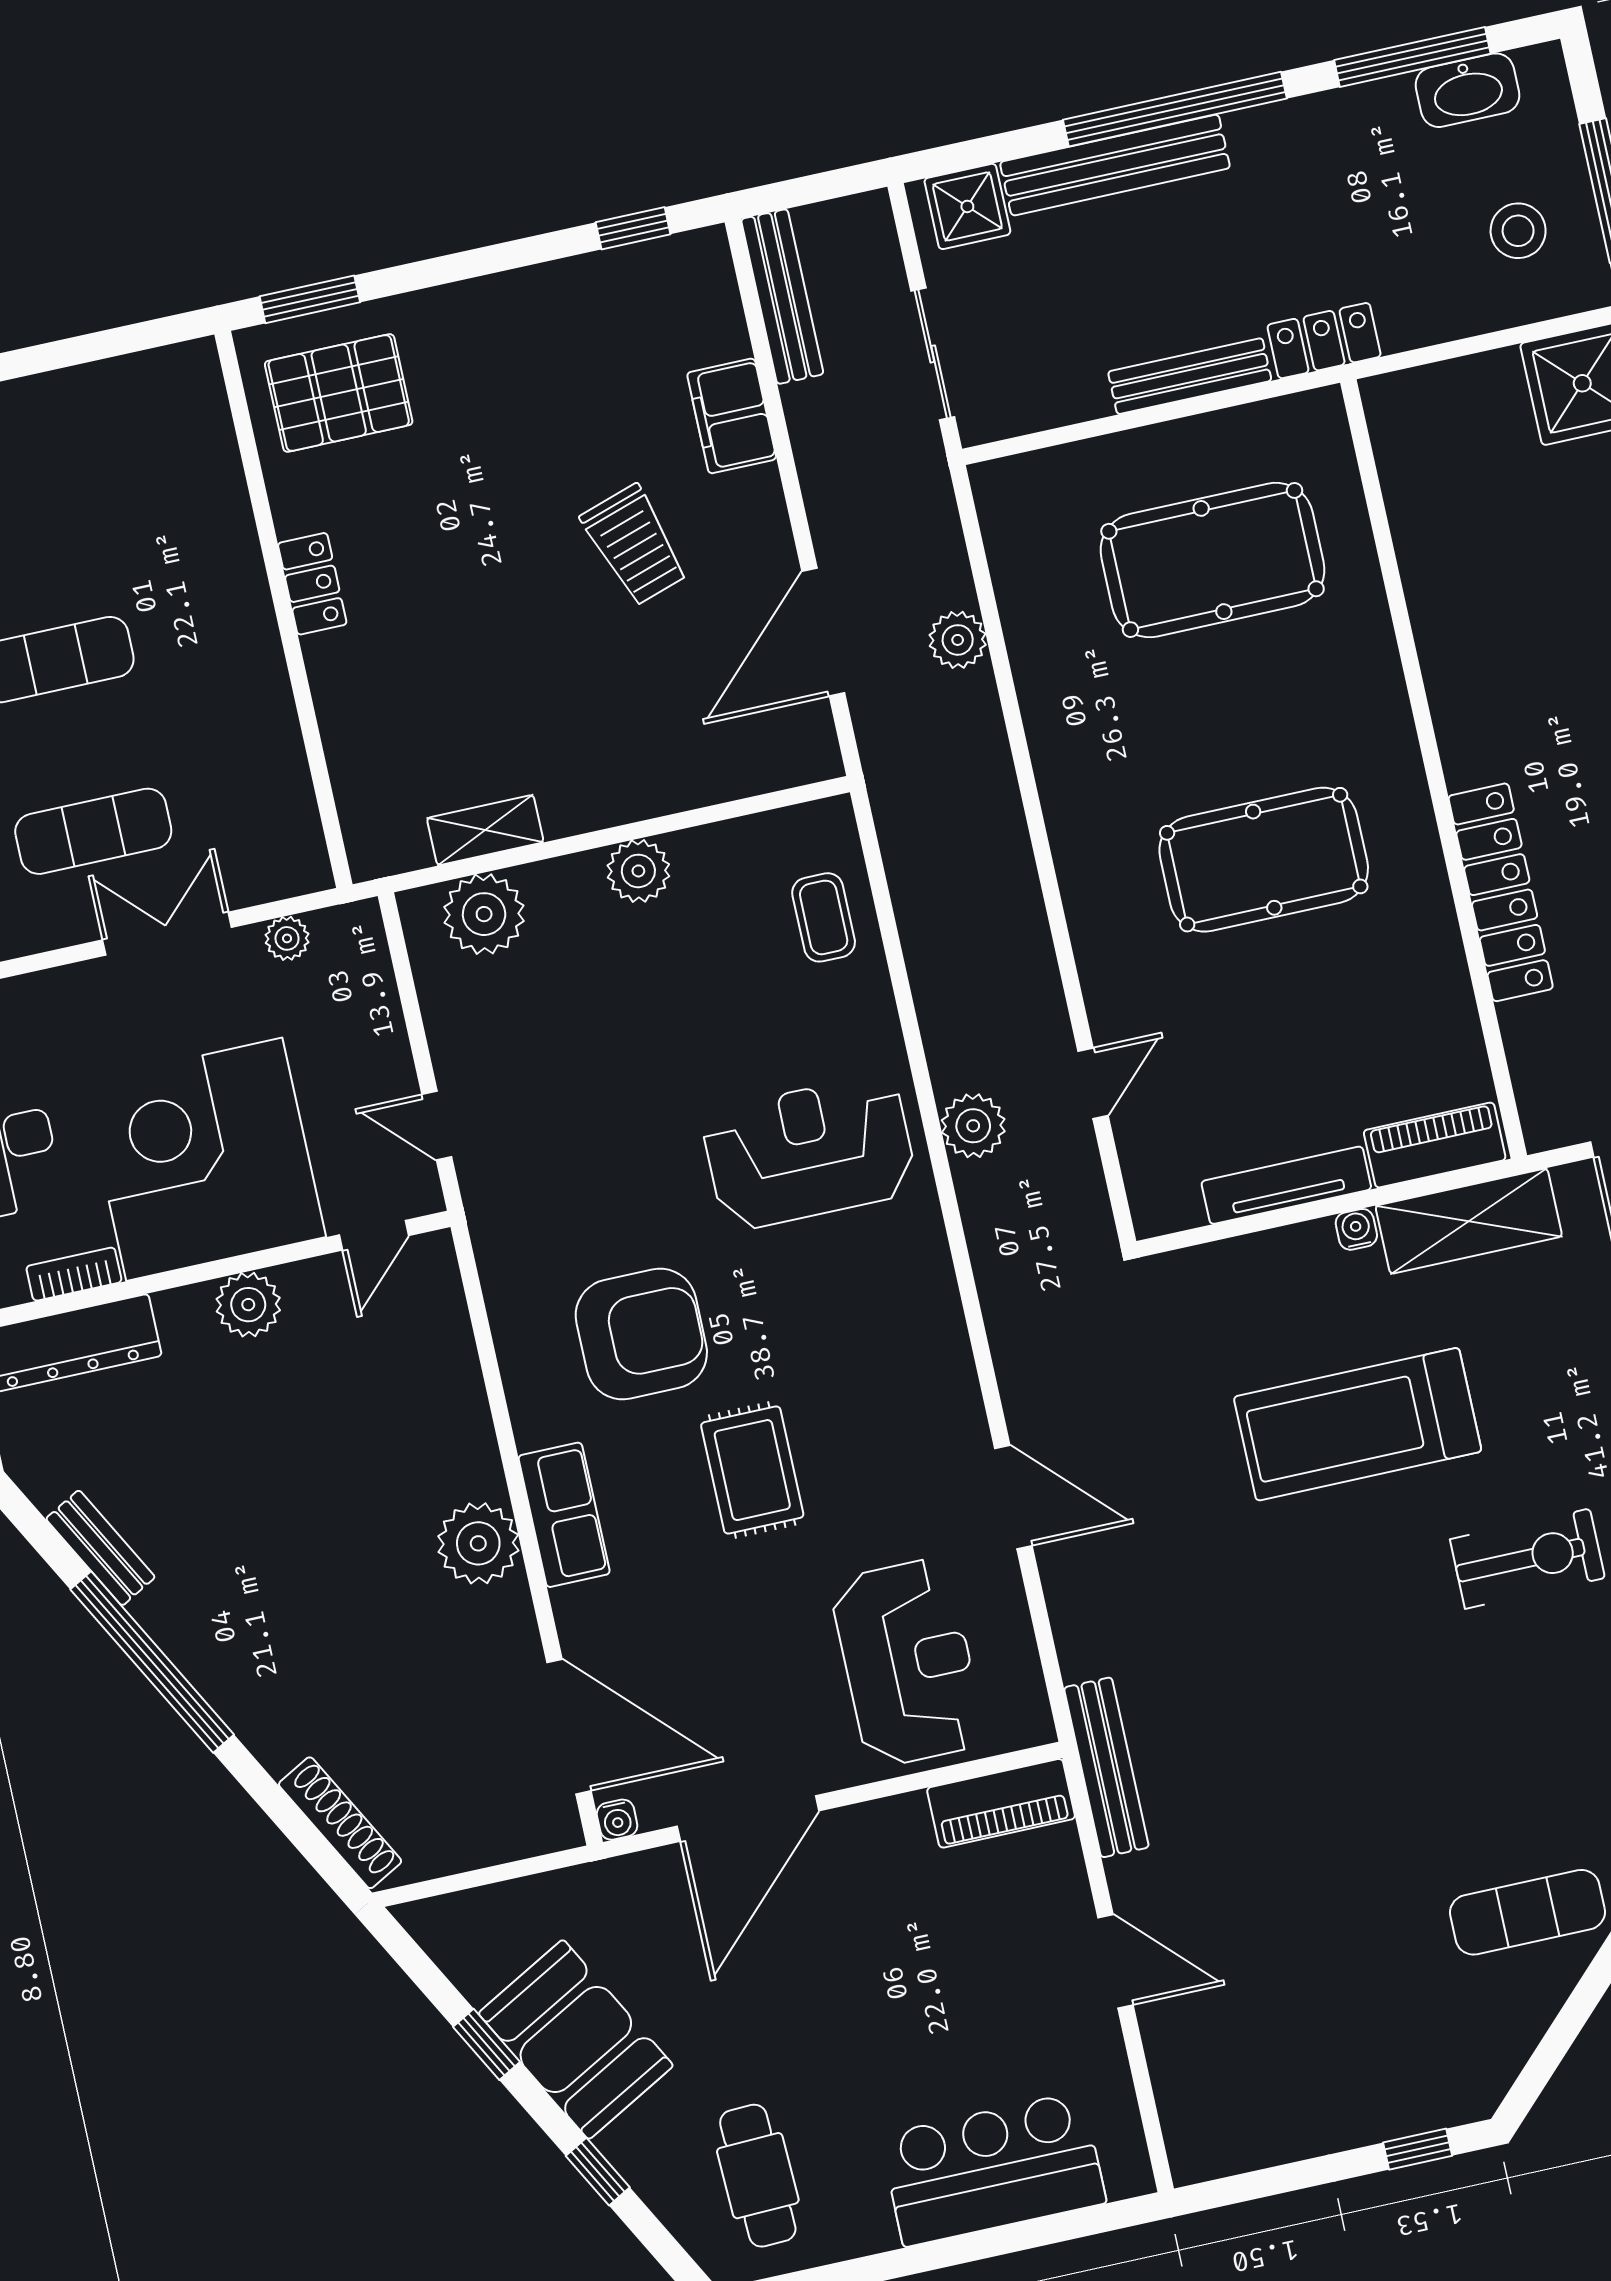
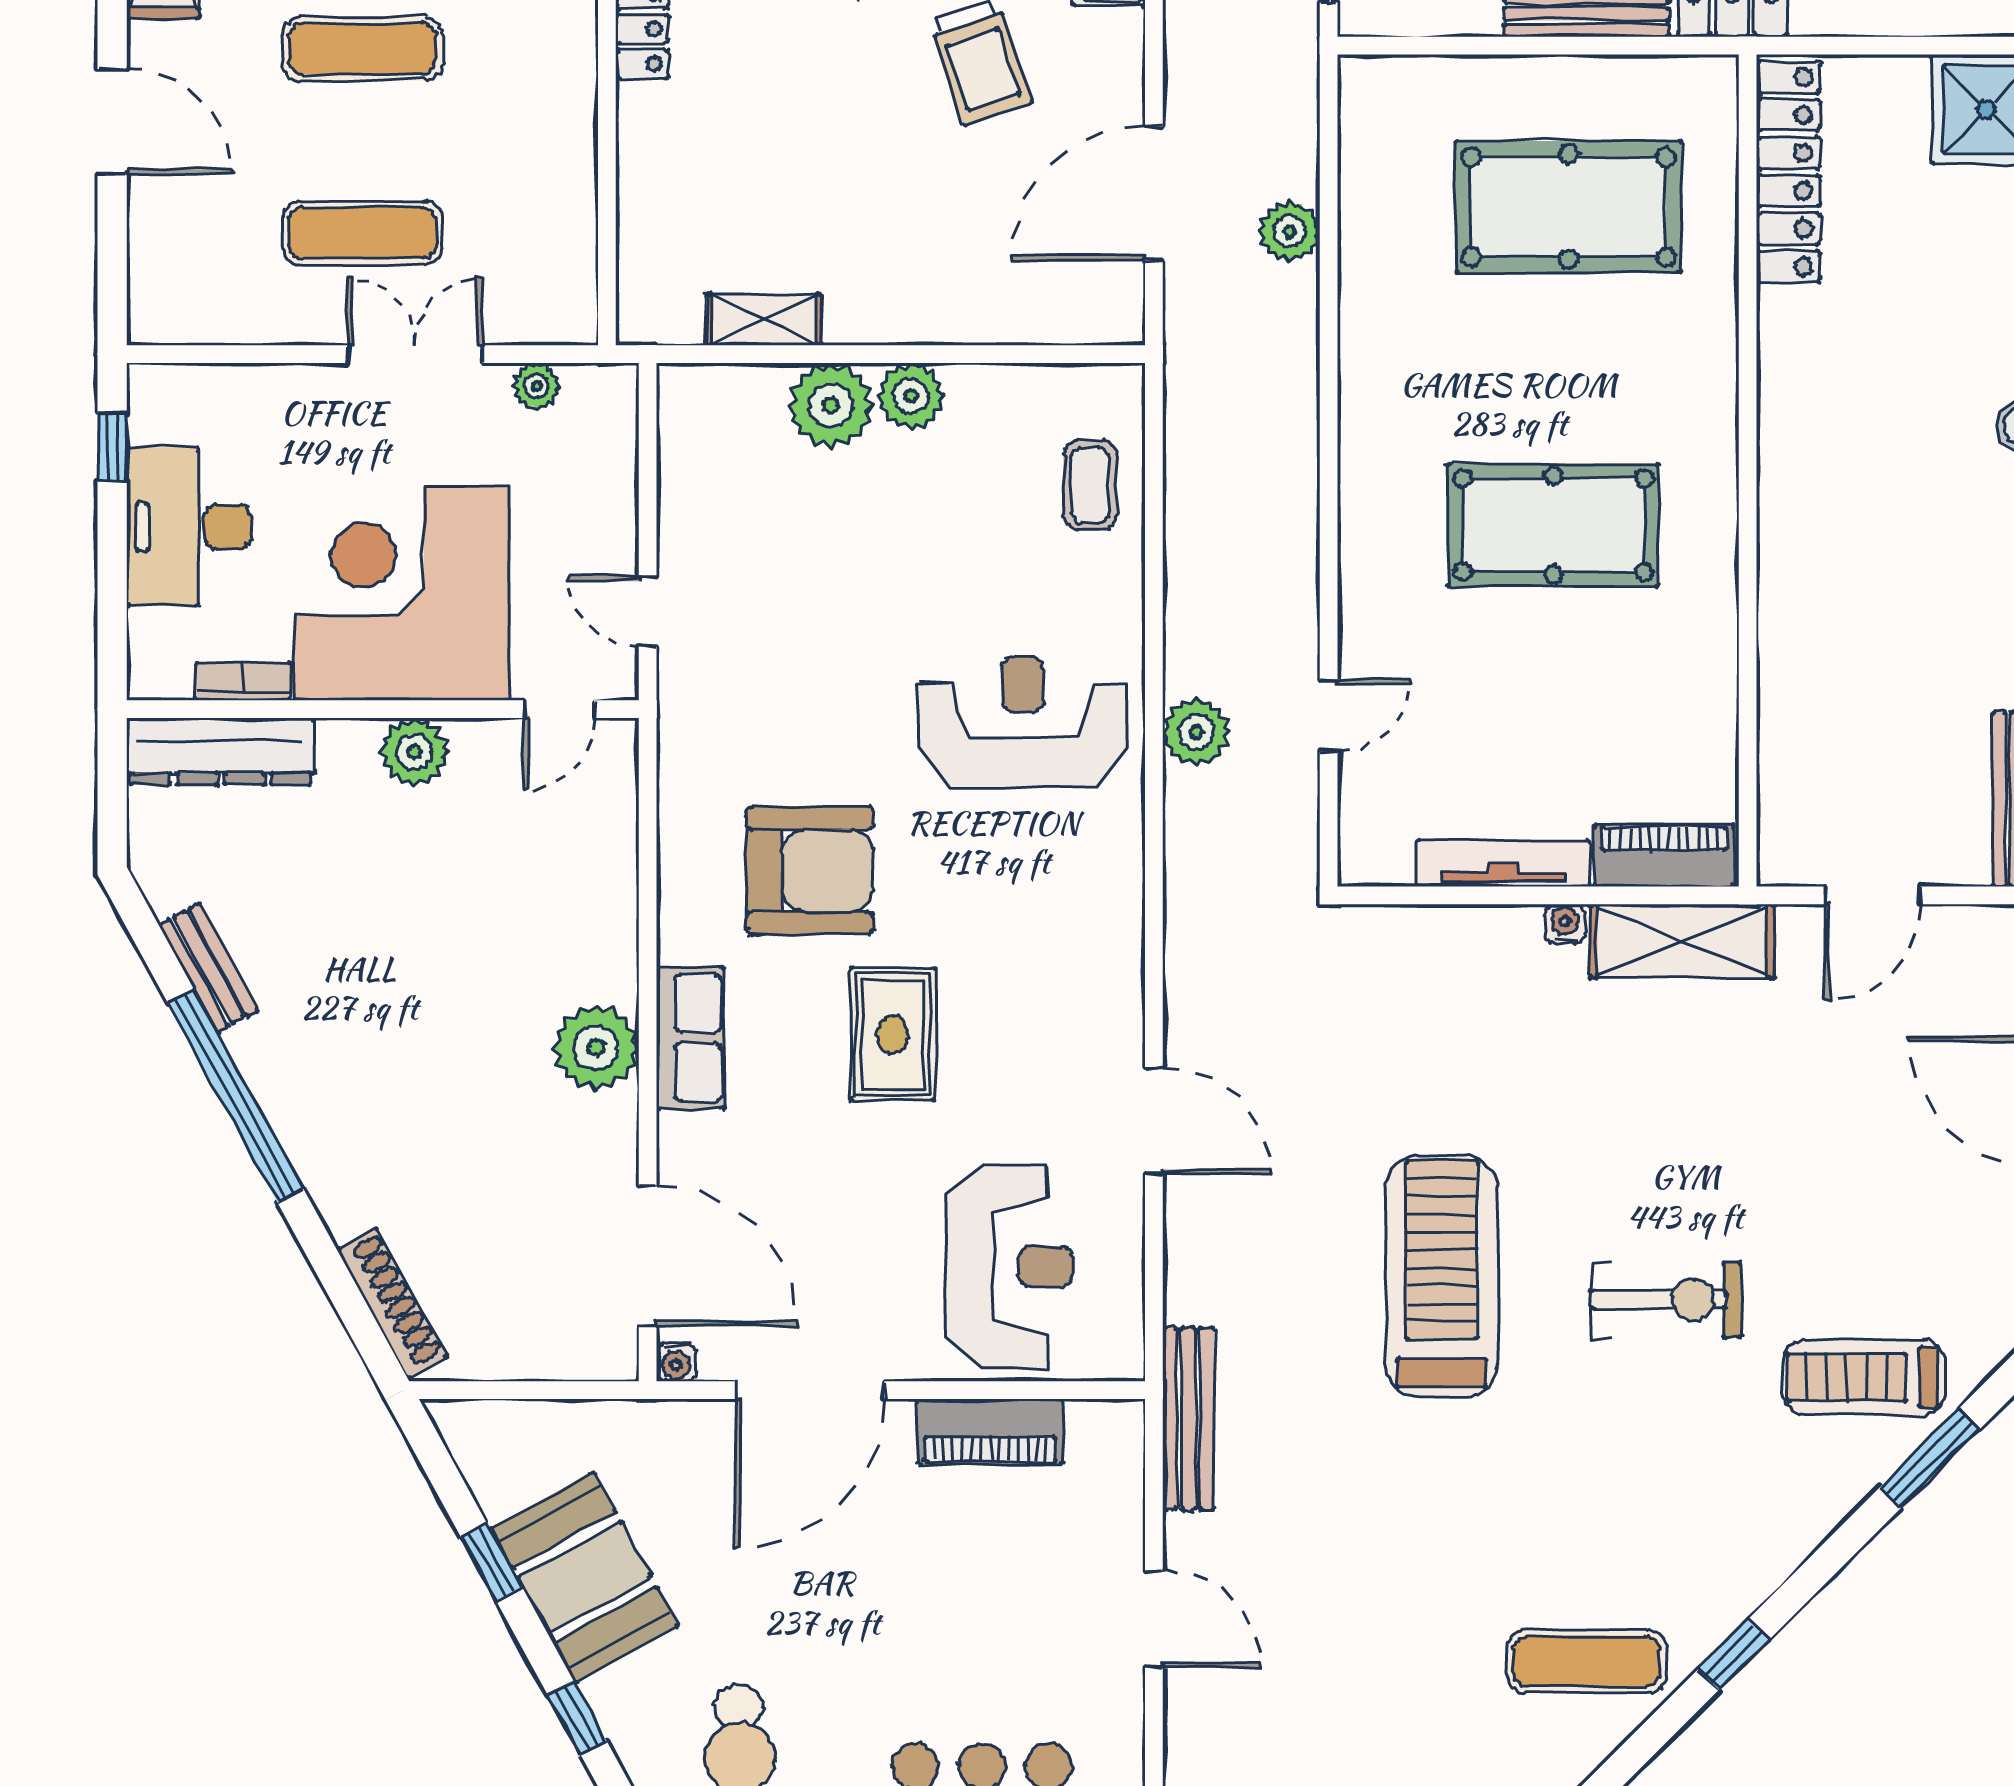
locker: (1501, 892) -> (1789, 172), moved
plant: (484, 914) -> (831, 405), moved
treadmill: (1358, 1424) -> (1442, 1276), moved, turned 90
piano: (1001, 1803) -> (990, 1431), moved

